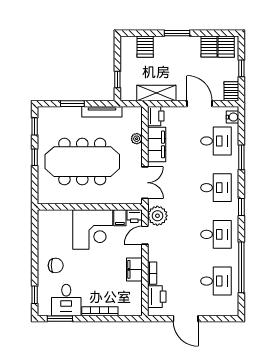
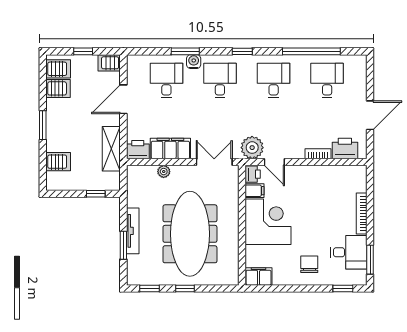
tv unit: (102, 112) -> (133, 231), moved
water cooler: (232, 117) -> (194, 62), moved
filing cabinet: (134, 269) -> (259, 276), moved, turned 180

